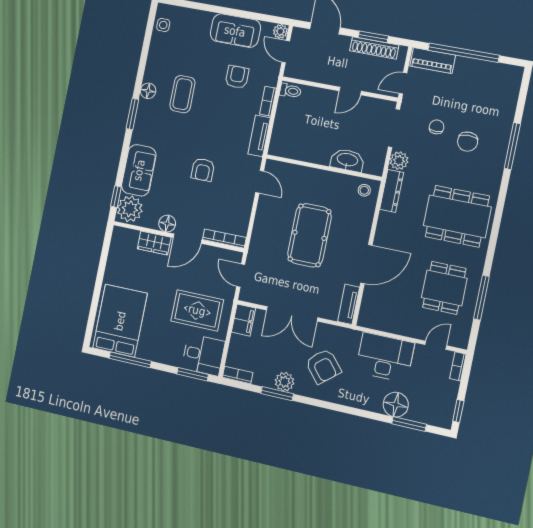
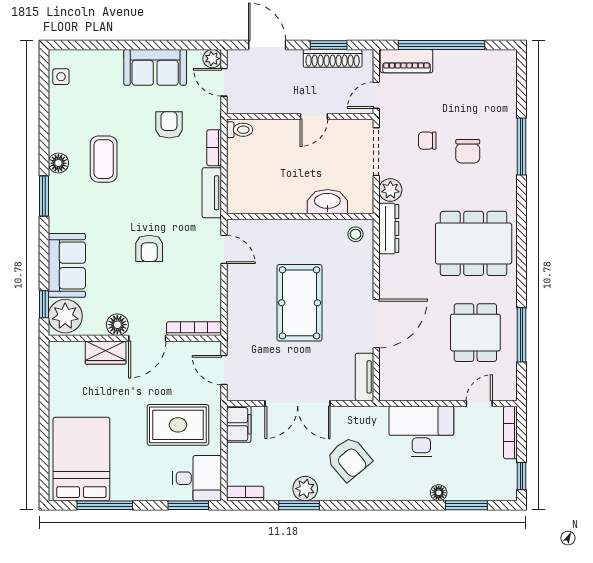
chair: (437, 127) -> (427, 141), turned -90
bookcase: (458, 366) -> (510, 432), width x1.56
floor lamp: (396, 405) -> (439, 493), width x0.53, depth x0.53

